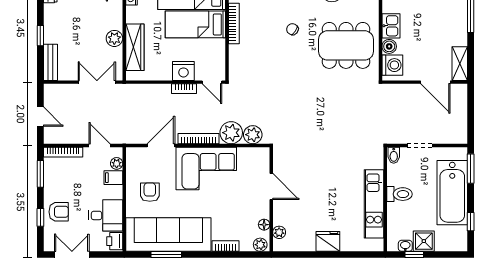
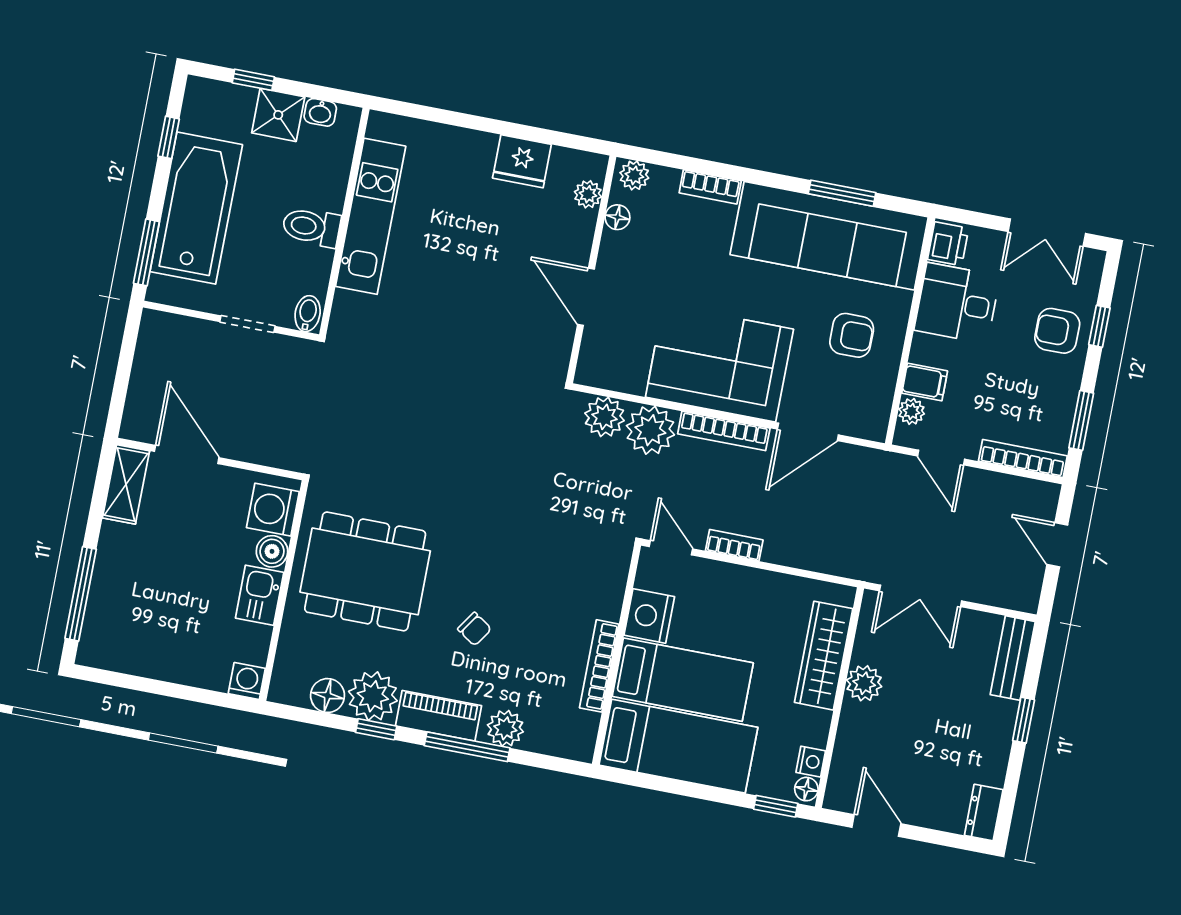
nightstand: (183, 71) -> (649, 616), moved, turned -90
armchair: (150, 192) -> (852, 335), turned -90
fridge: (328, 241) -> (522, 161), moved
window: (414, 255) -> (253, 80), moved

